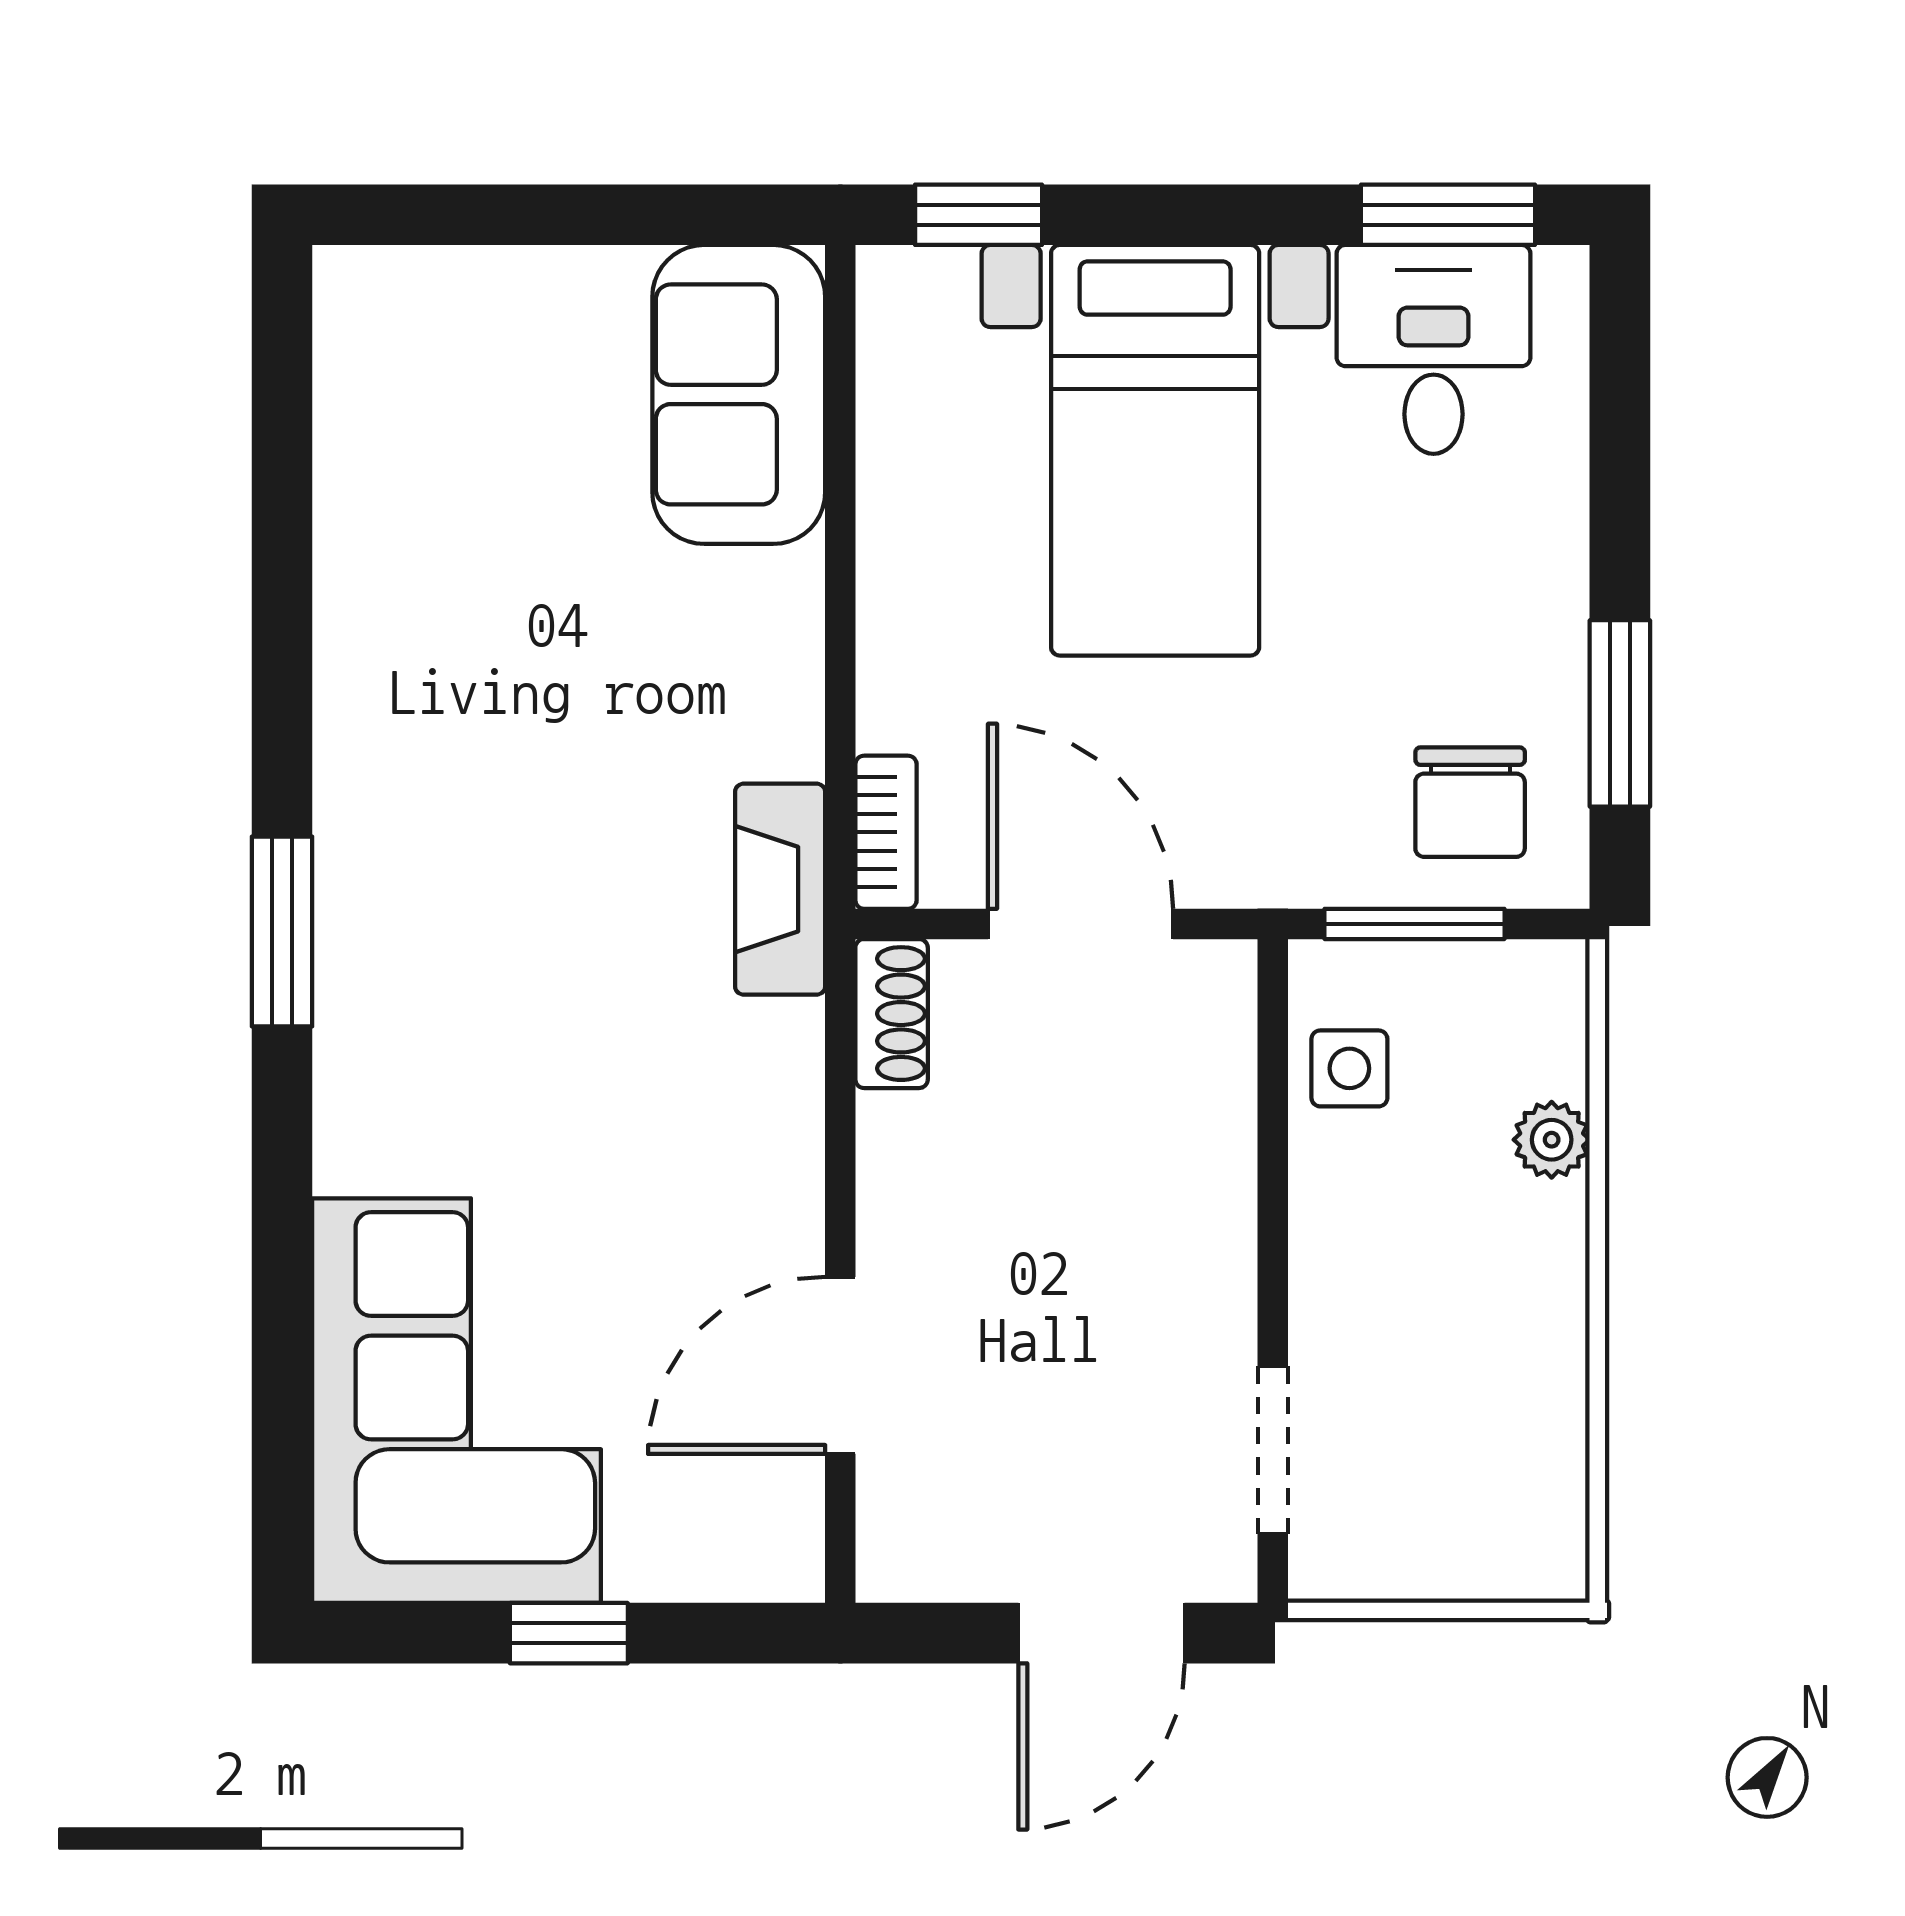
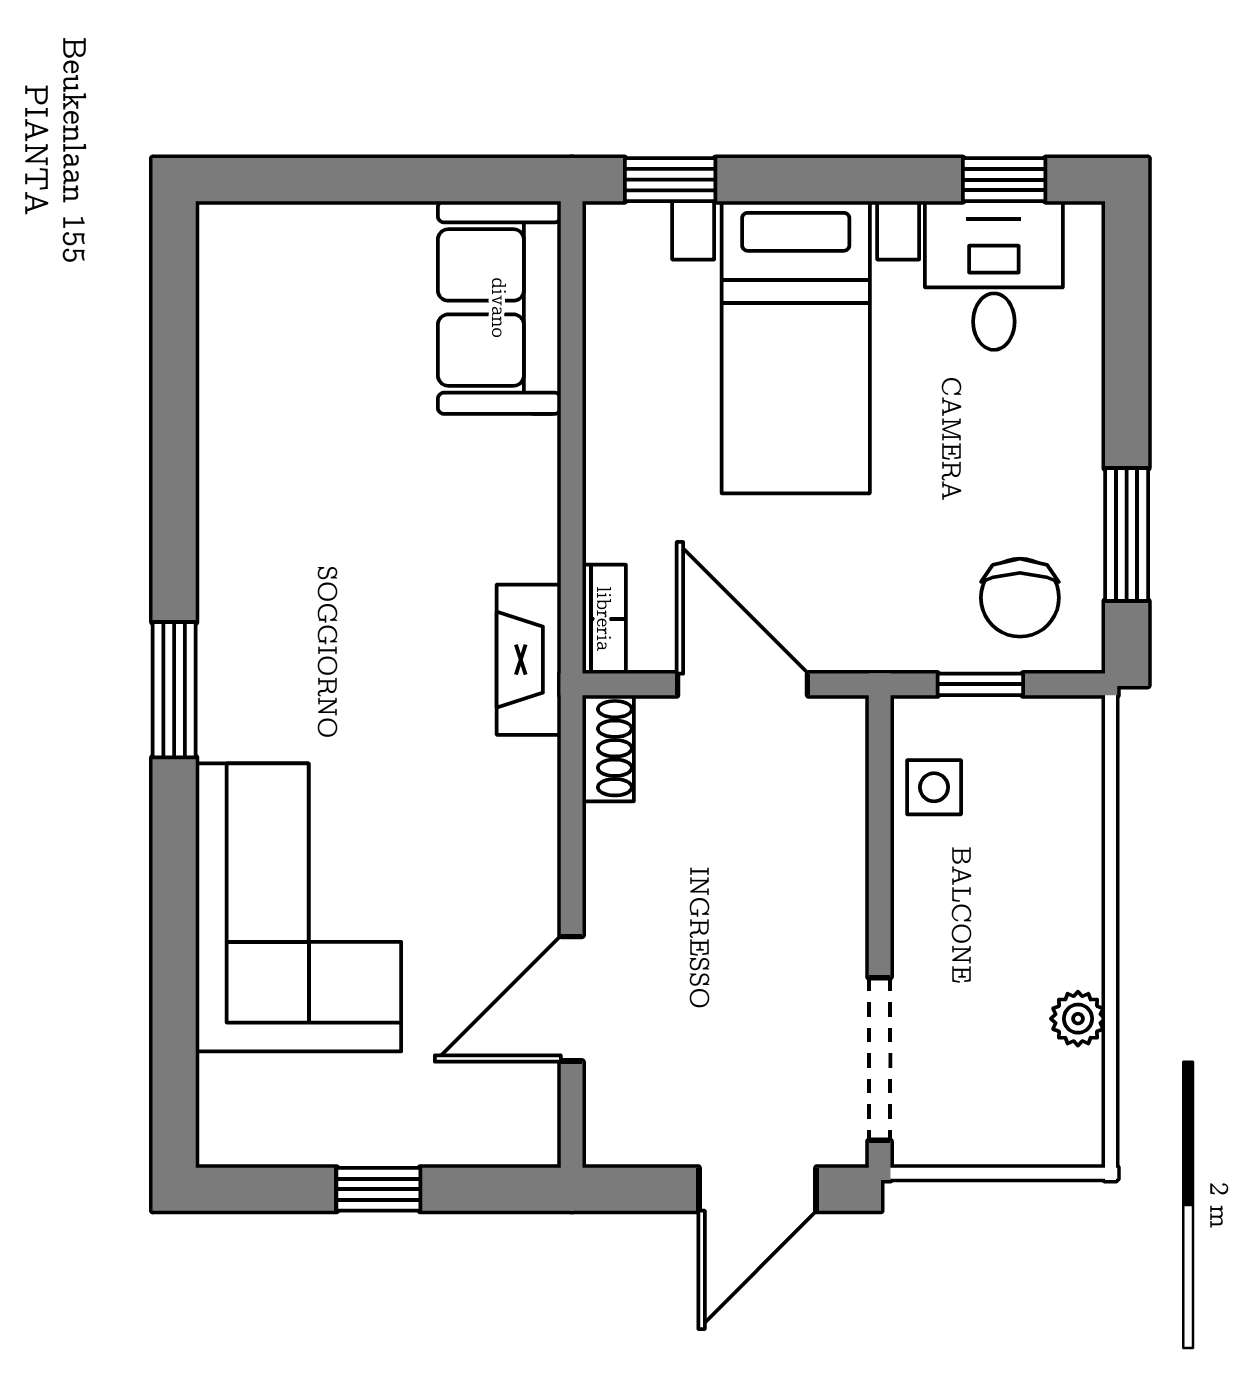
window: (1448, 215) -> (1004, 180), width x0.67
window: (1414, 924) -> (980, 684), width x0.67
plant: (1552, 1140) -> (1078, 1019), moved
corner sofa: (457, 1401) -> (298, 907), moved
doorway: (1273, 1450) -> (880, 1059), width x1.38

